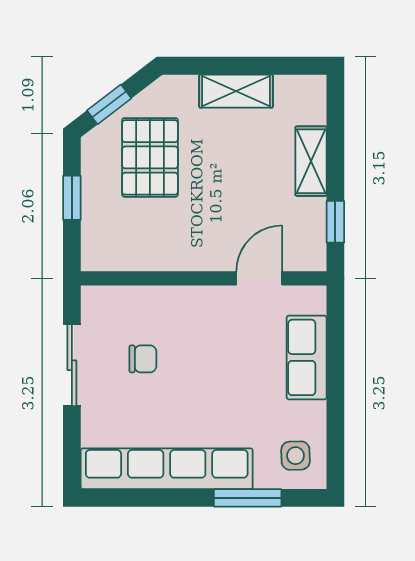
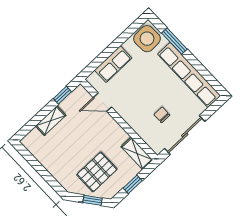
shelving: (236, 91) -> (137, 153), moved
sliding door: (72, 365) -> (185, 135), width x1.37
side table: (296, 456) -> (147, 39), width x1.87, depth x1.87

